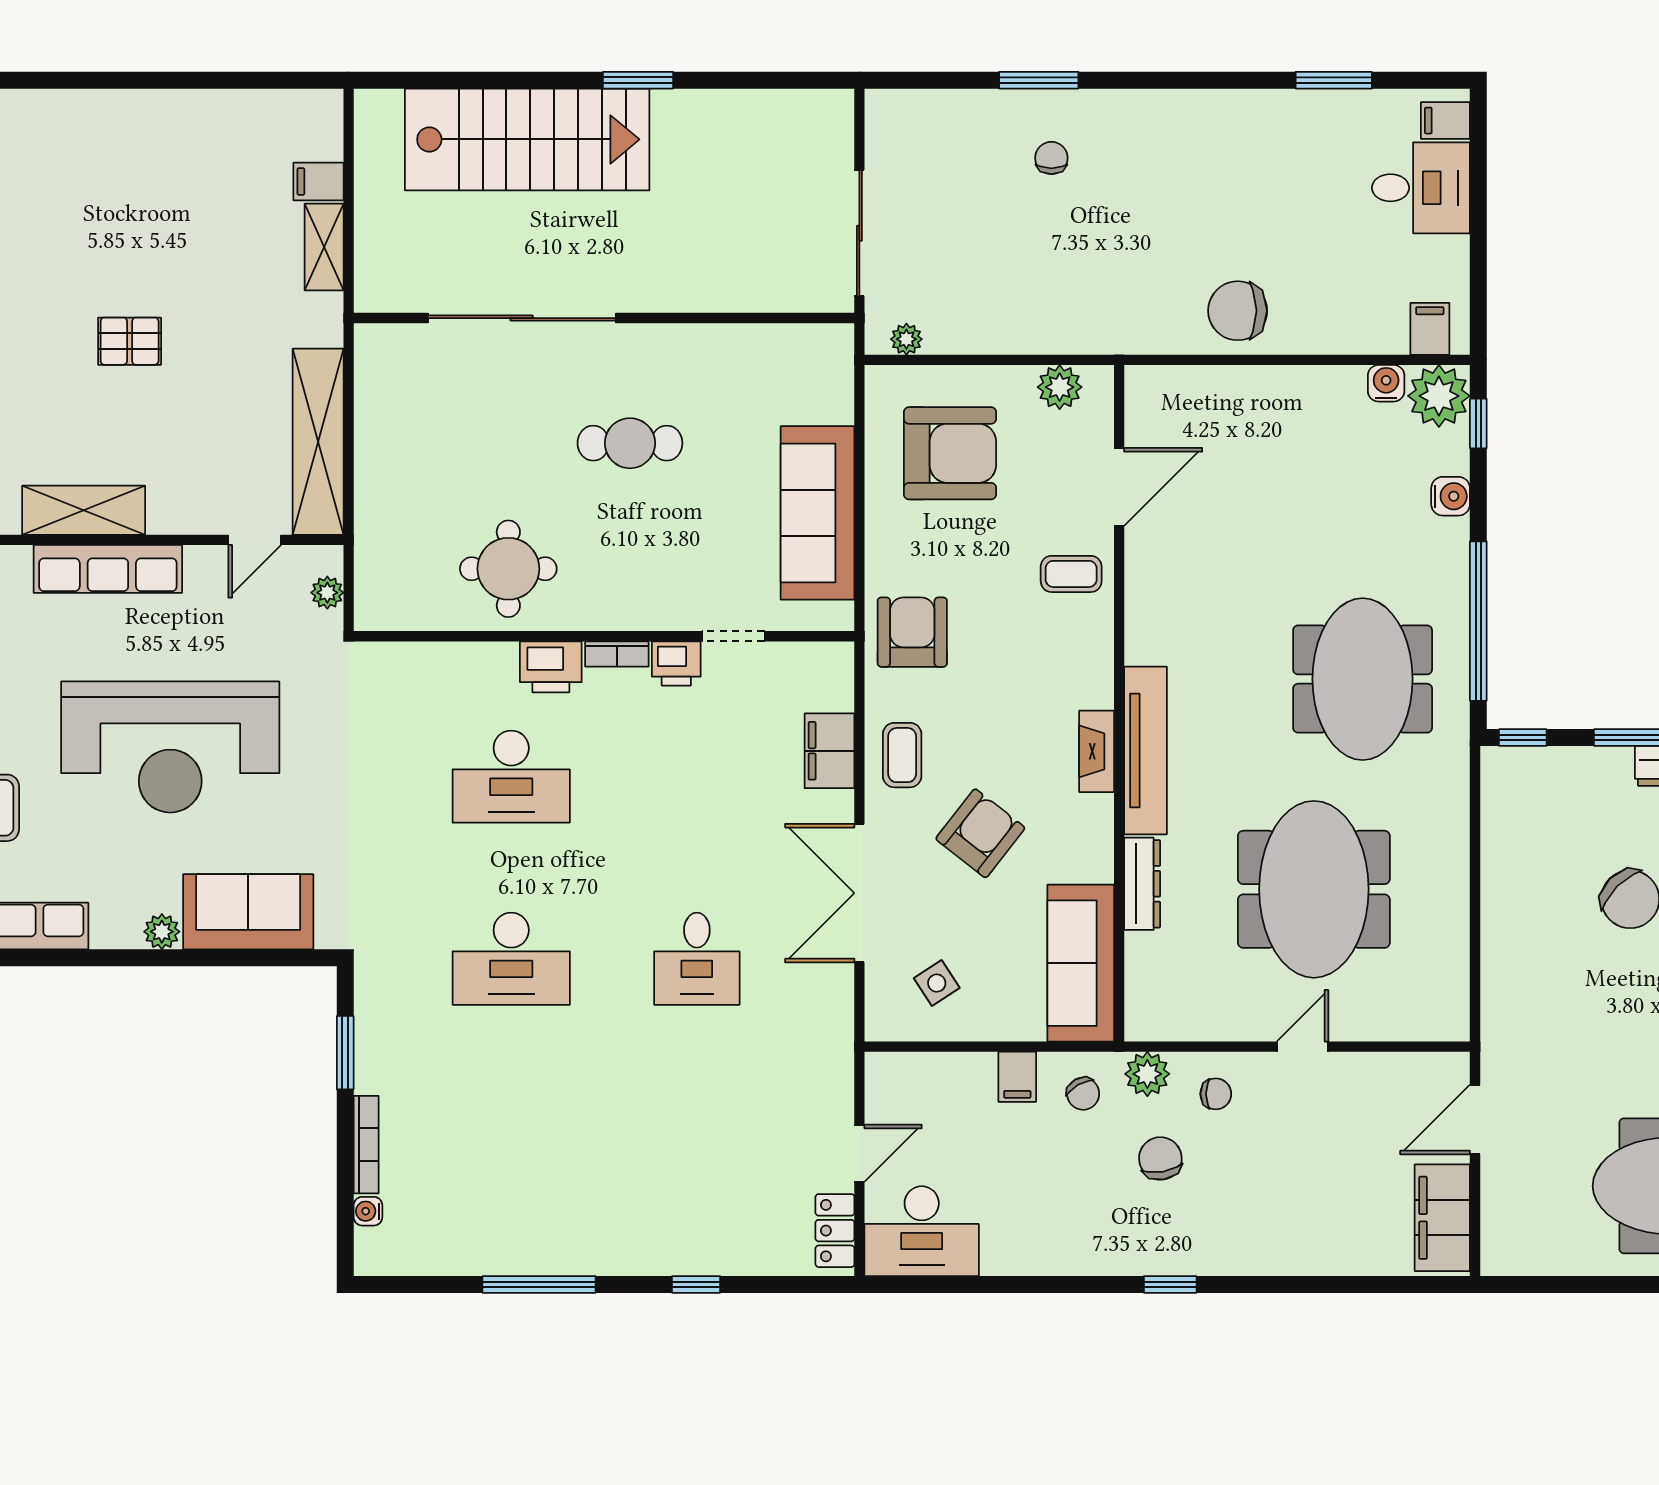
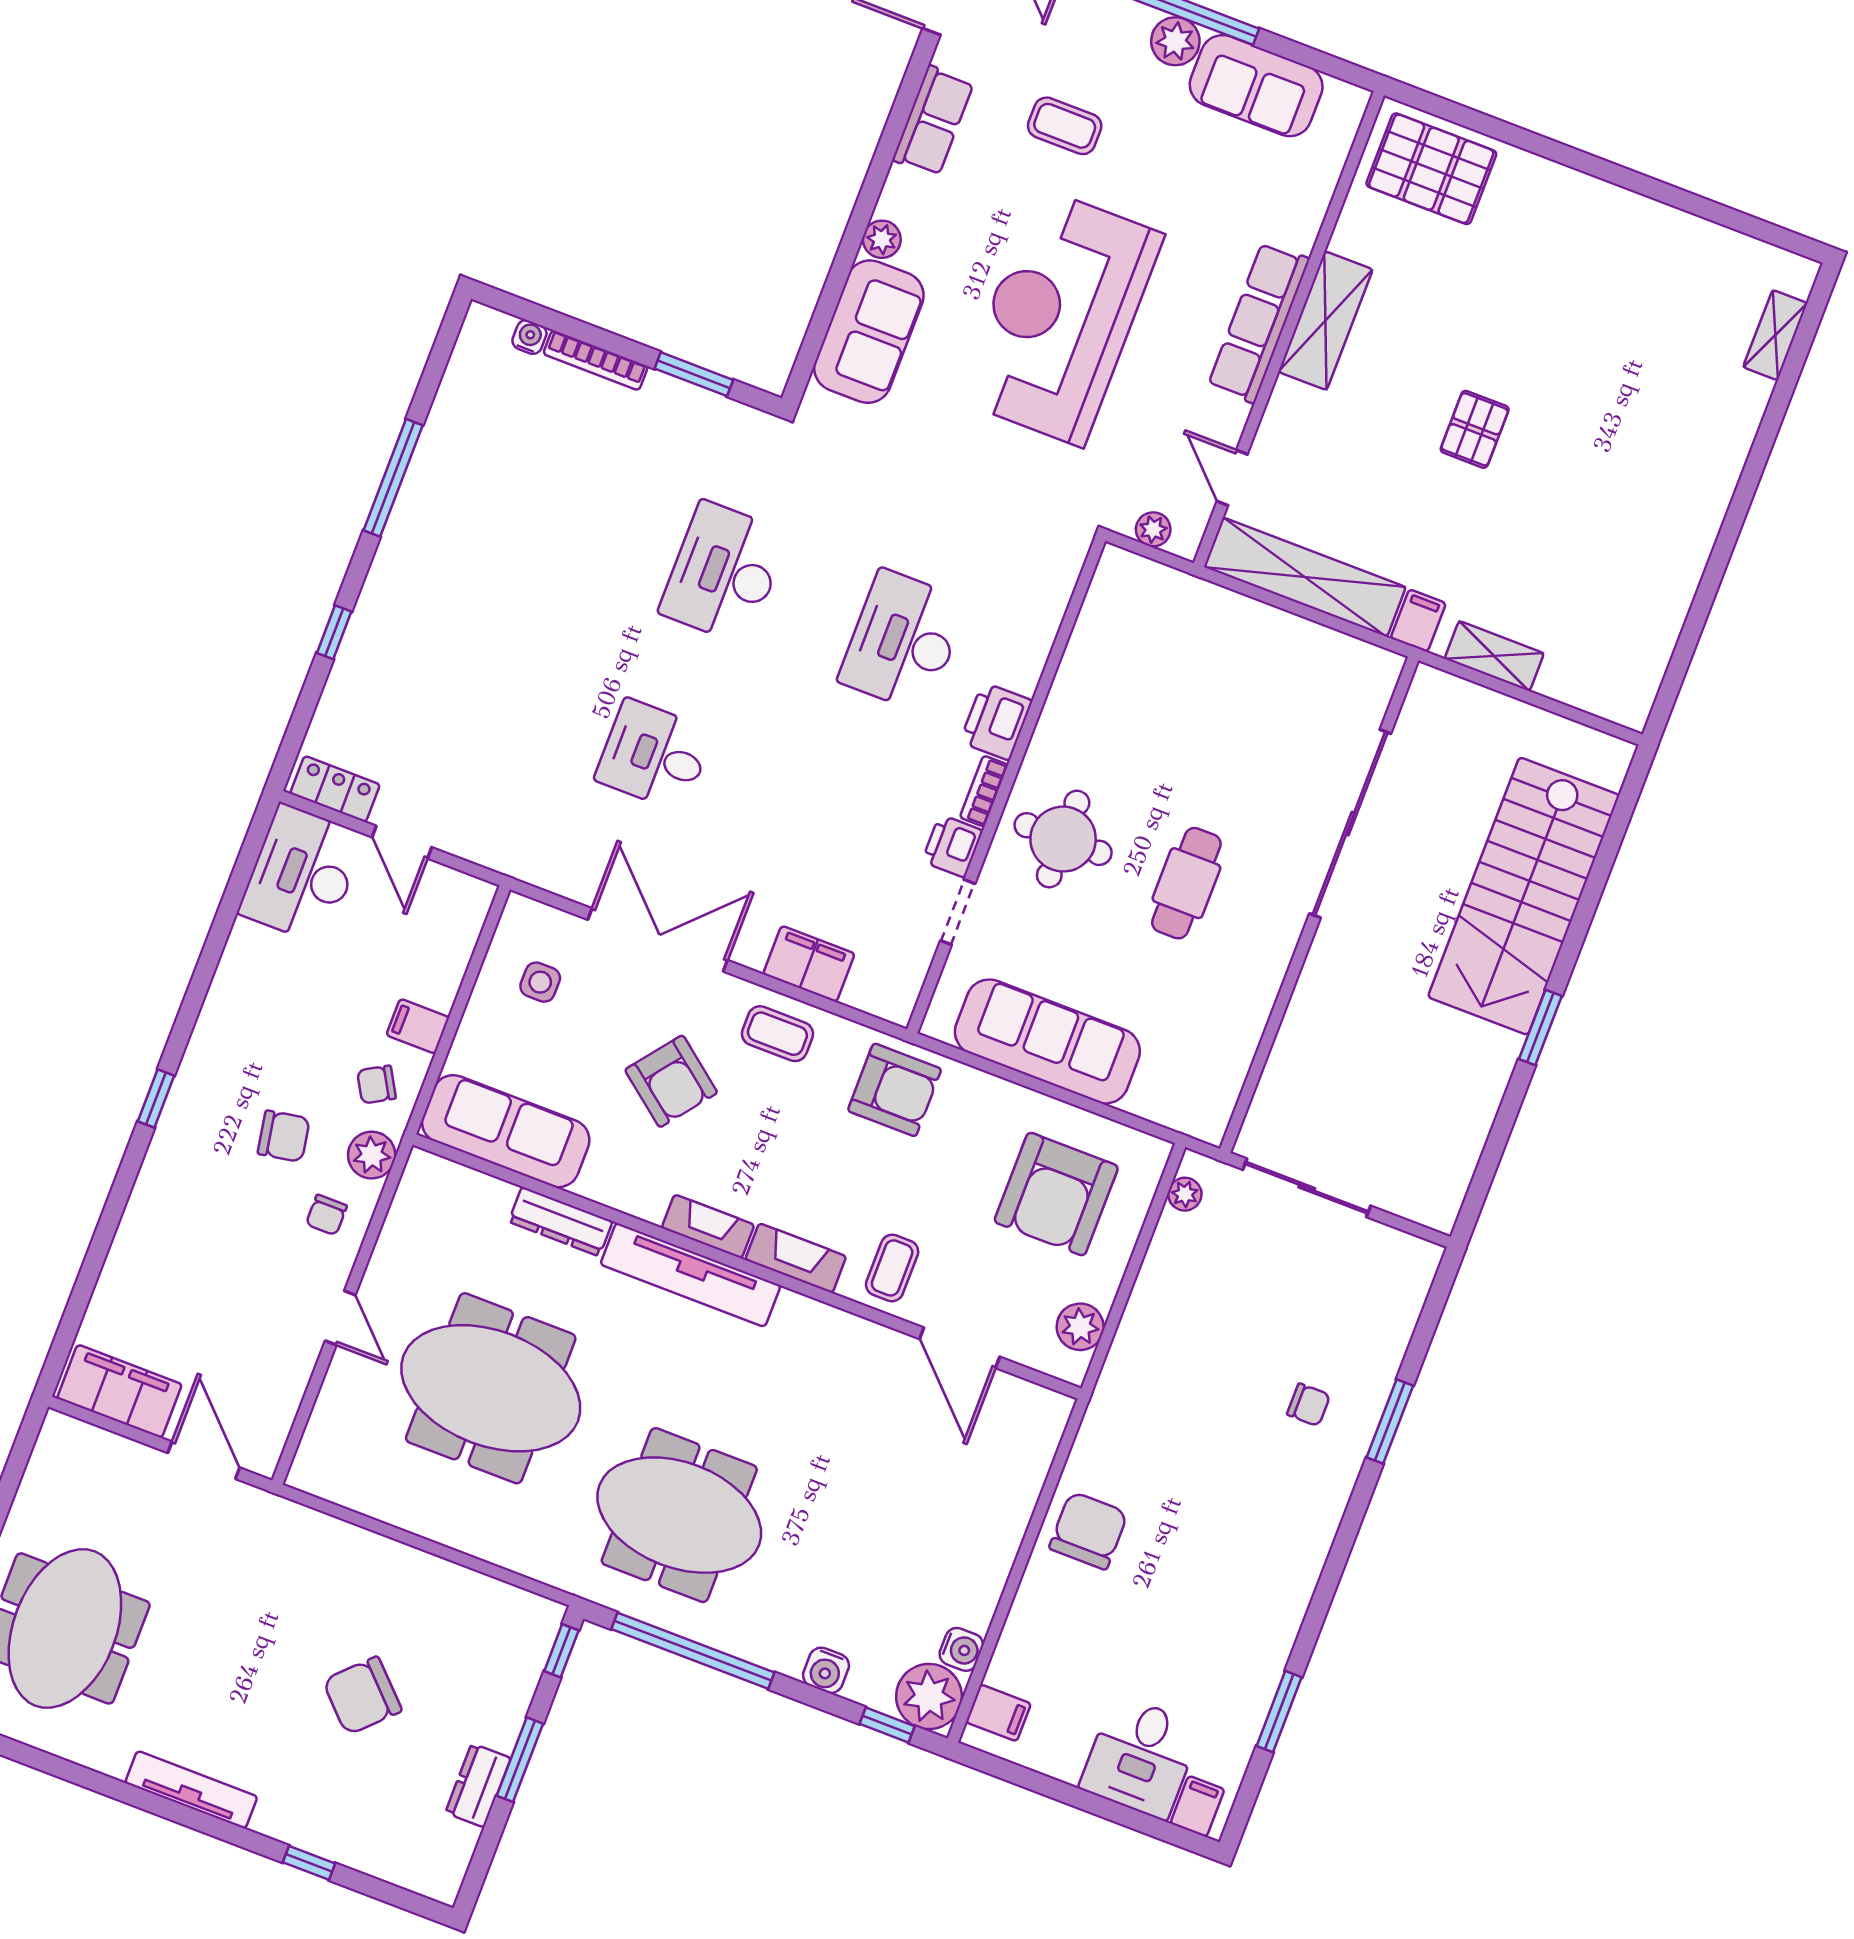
filing cabinet: (318, 181) -> (1418, 621), moved
round table: (508, 569) -> (1063, 839), moved
fireplace: (1095, 663) -> (796, 1258), added
side table: (937, 983) -> (540, 982), turned 33

